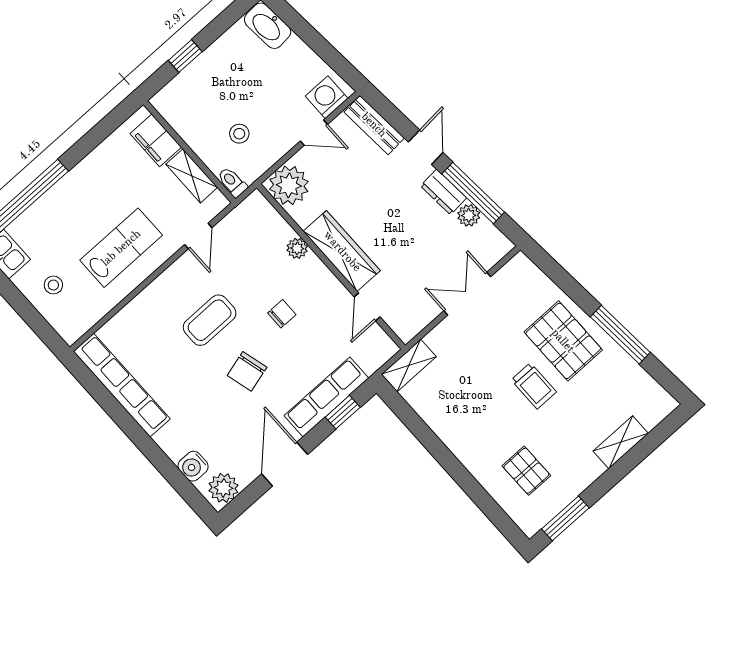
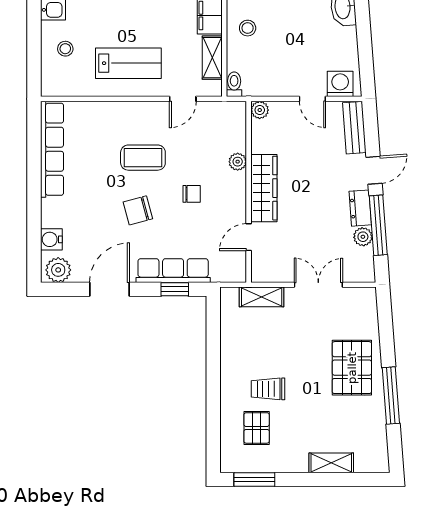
stool: (239, 134) -> (248, 28), moved
plant: (289, 185) -> (260, 110), width x0.53, depth x0.53
shelving: (409, 365) -> (262, 297), moved
trolley: (534, 386) -> (268, 389), moved, turned 90

